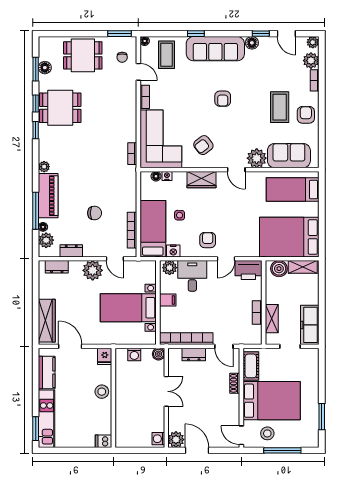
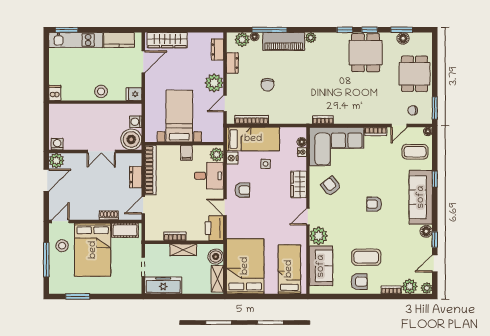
shelving: (272, 319) -> (183, 250), moved
boiler: (159, 354) -> (131, 139), width x1.86, depth x1.86

